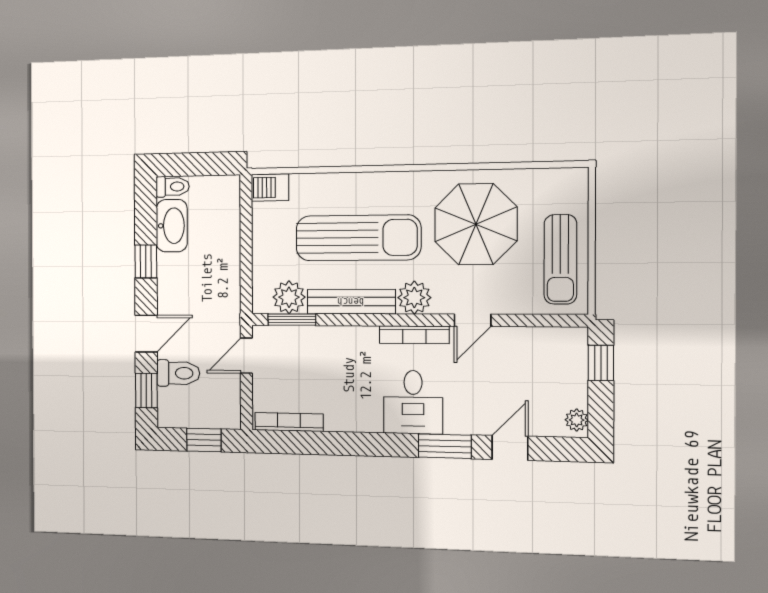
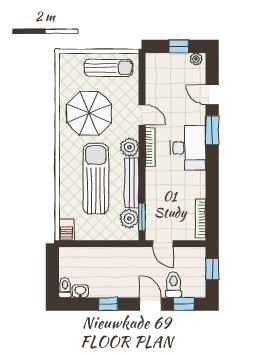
washbasin: (172, 226) -> (80, 291), width x0.52, depth x0.69
window: (601, 363) -> (179, 46), moved
desk: (413, 402) -> (188, 148), width x1.37

